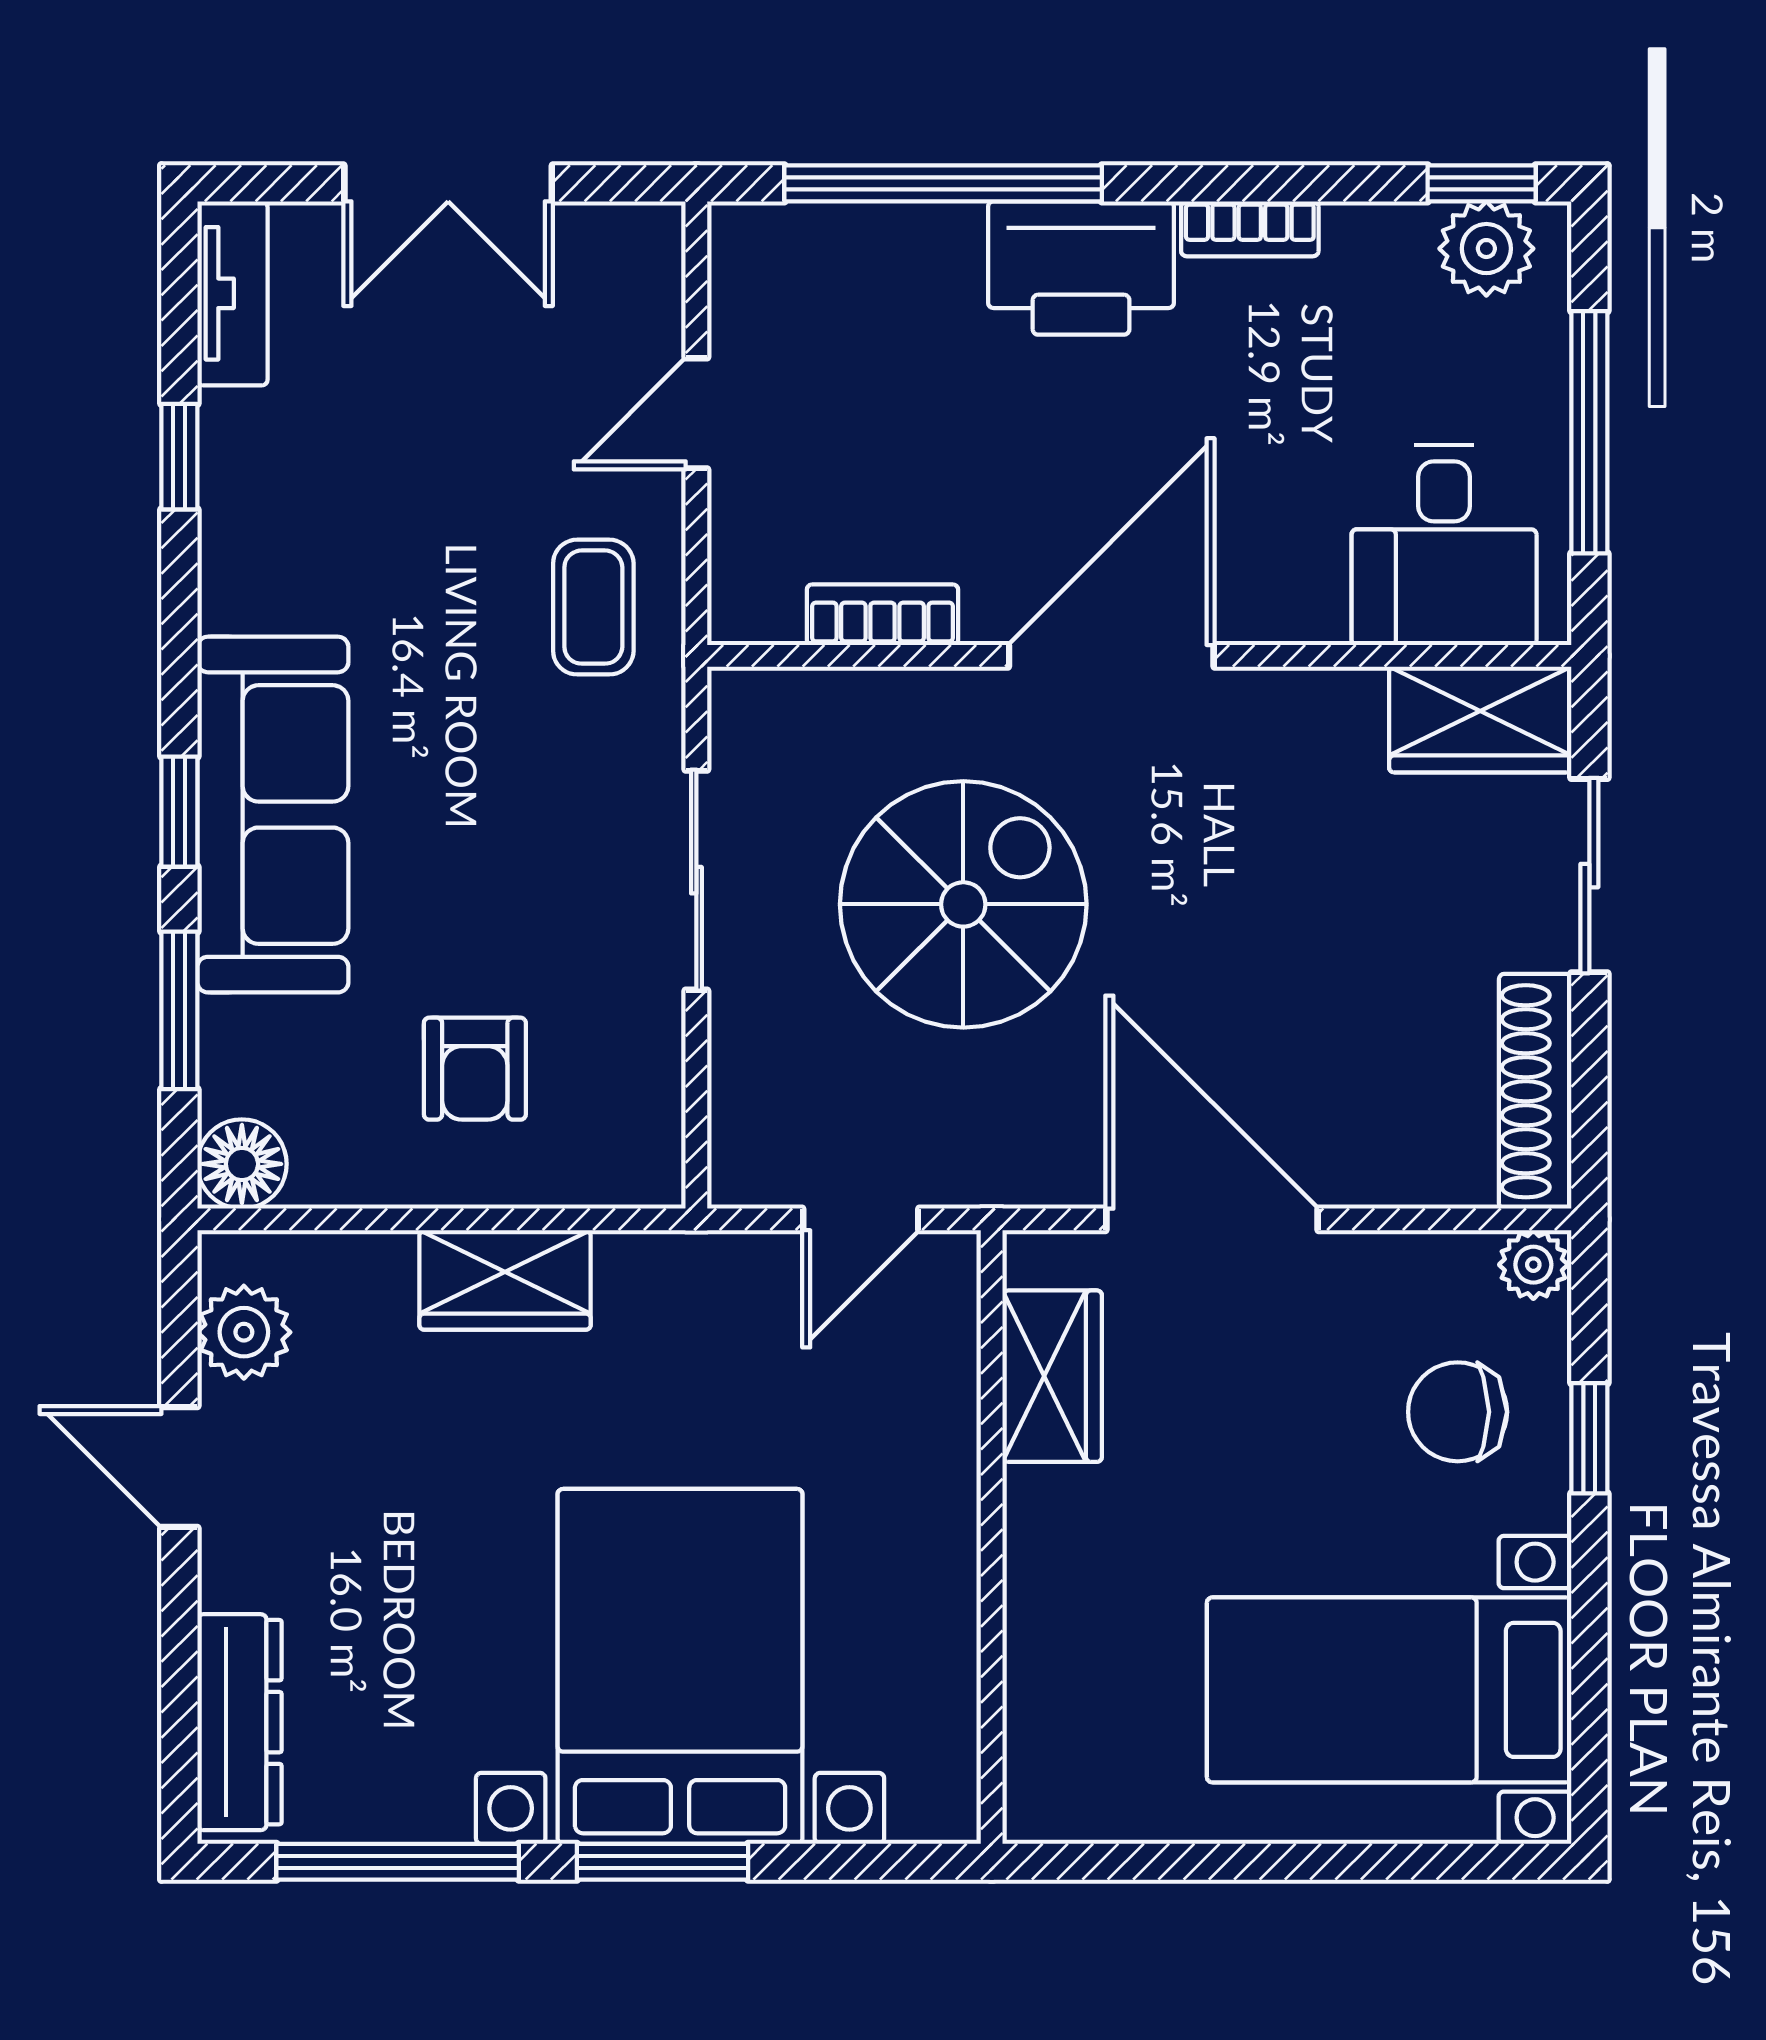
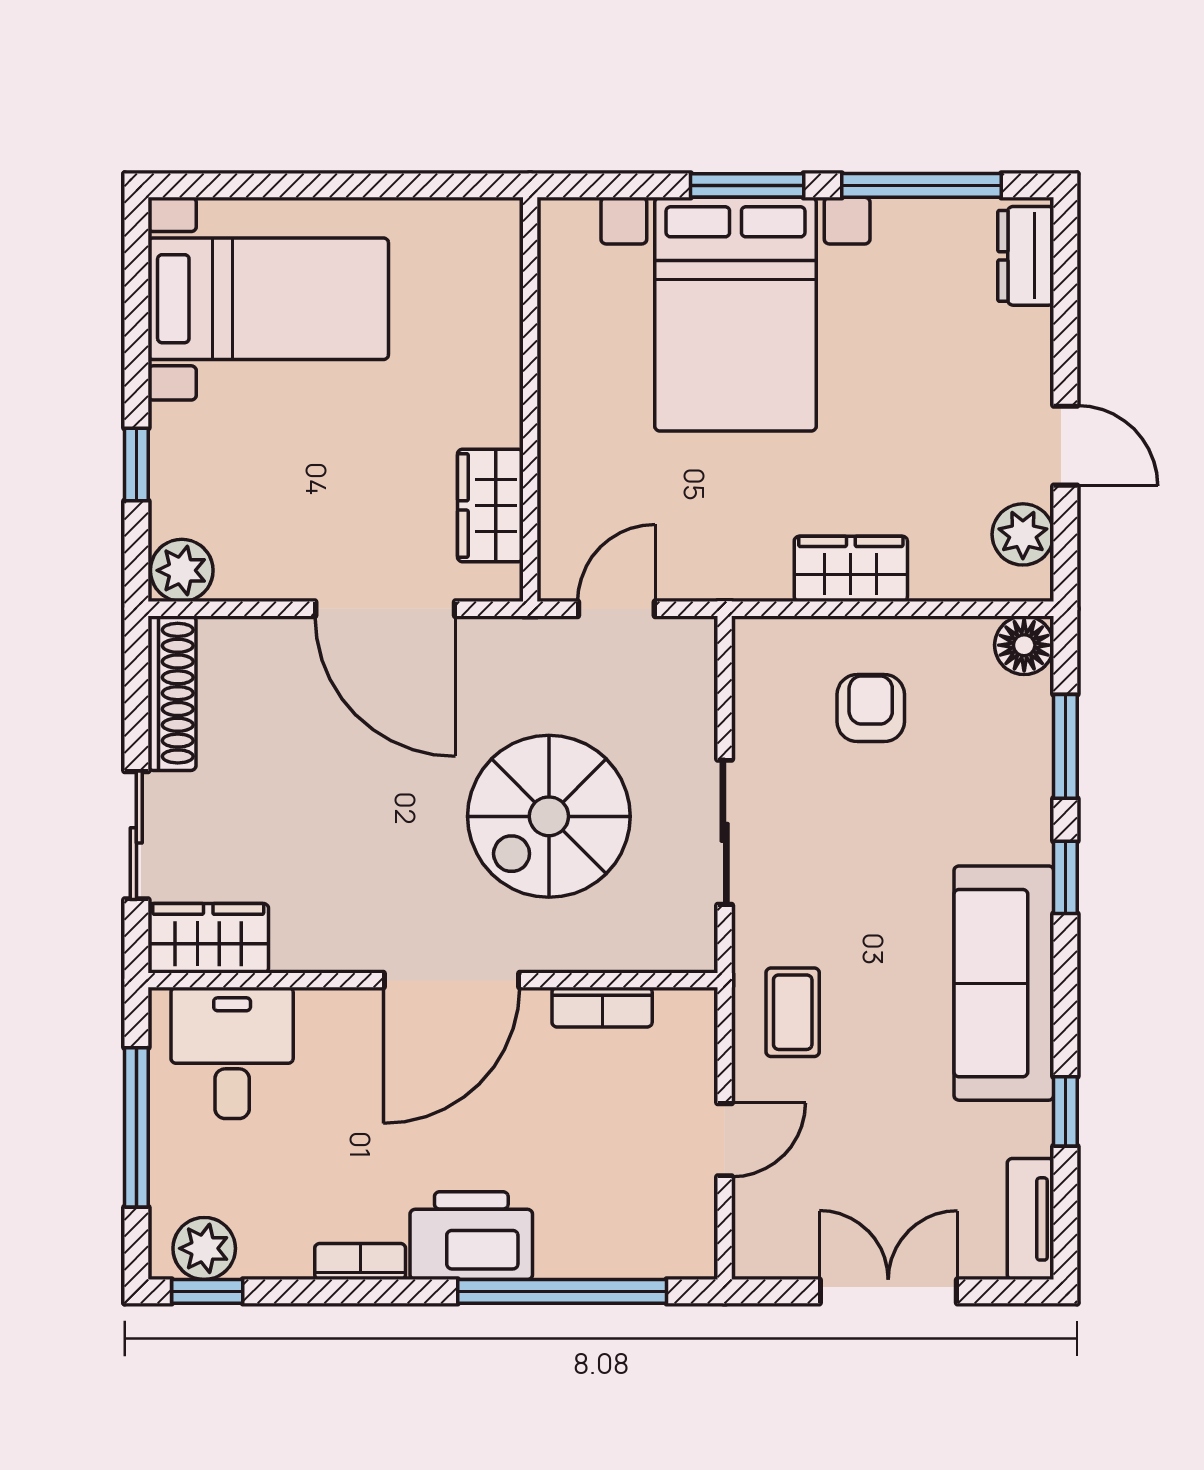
sofa: (273, 815) -> (1004, 983), moved
plant: (1533, 1265) -> (182, 570), width x1.38, depth x1.38
chair: (1458, 1412) -> (223, 482), removed
dresser: (239, 1722) -> (1026, 256), width x0.70

